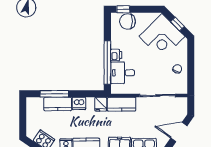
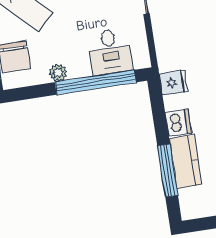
plant: (116, 43) -> (58, 73), added
printer: (116, 55) -> (79, 68), removed
kitchen counter: (122, 104) -> (168, 44), removed

